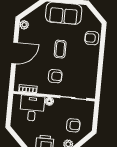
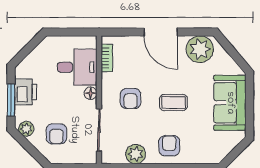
plant: (24, 25) -> (200, 49), width x1.87, depth x1.87
armchair: (92, 38) -> (169, 146), moved
plant: (91, 76) -> (136, 154), added

